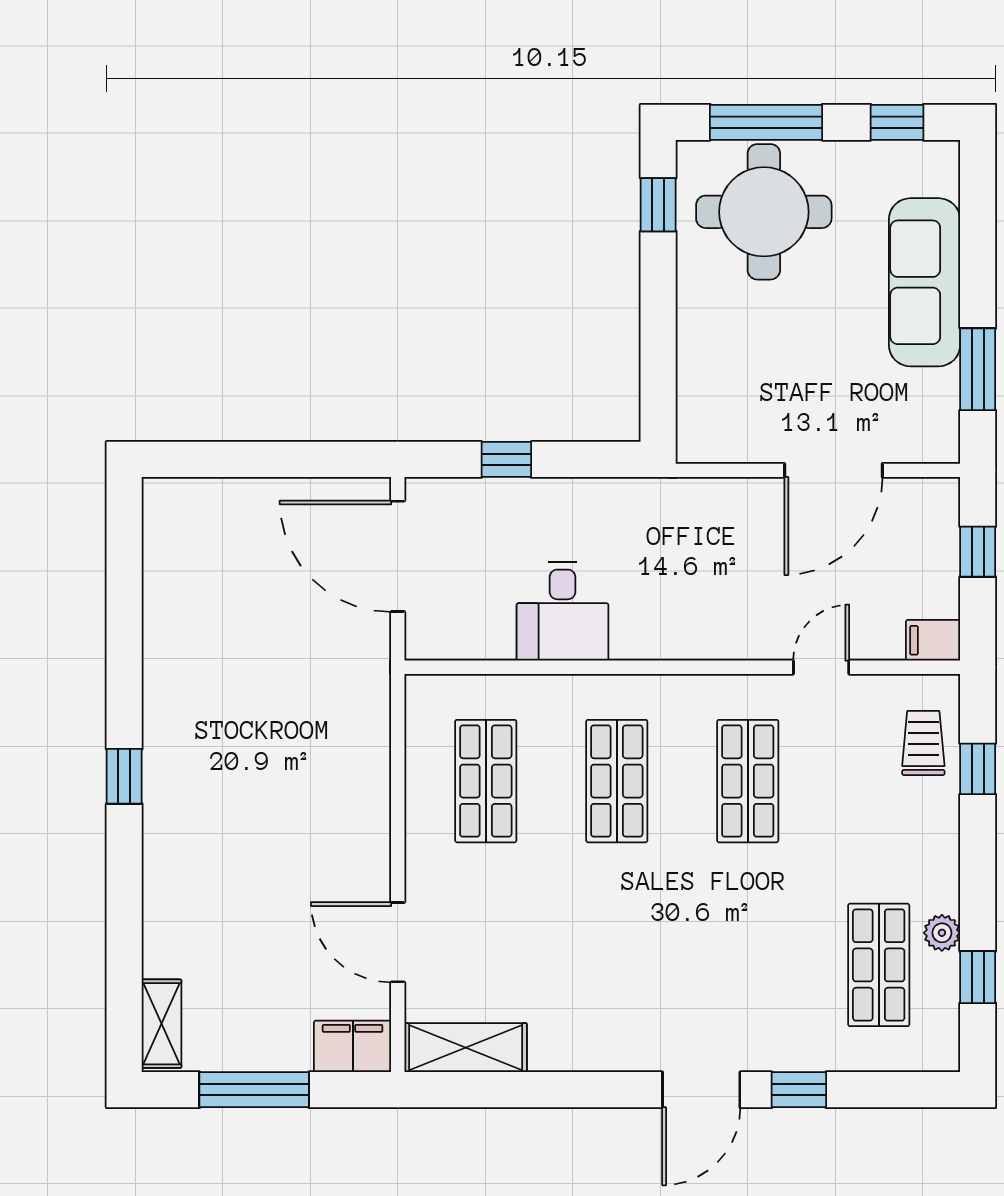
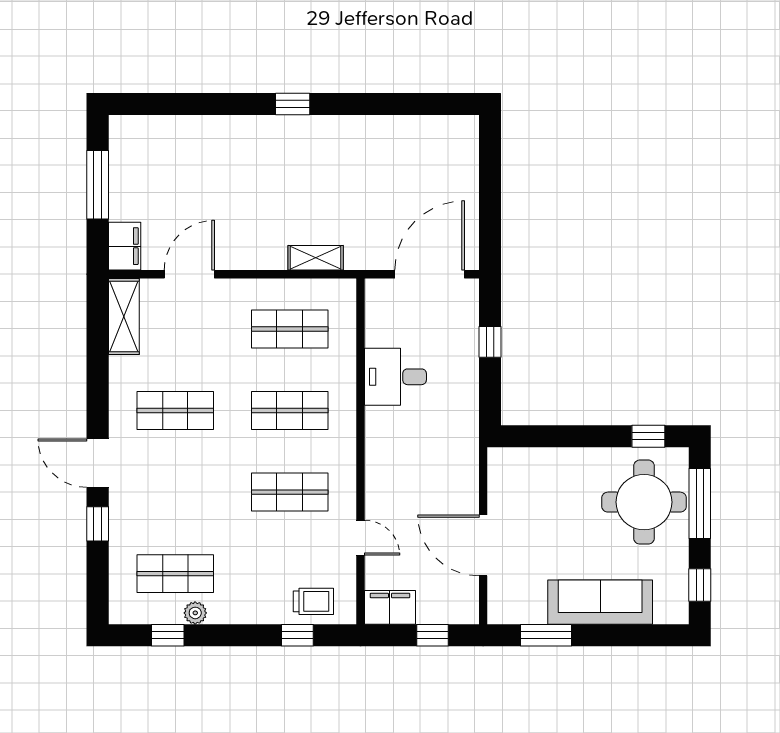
filing cabinet: (933, 640) -> (390, 607), width x2.00
shop shelf: (617, 965) -> (175, 411), added
shelving: (162, 1024) -> (316, 258), moved

